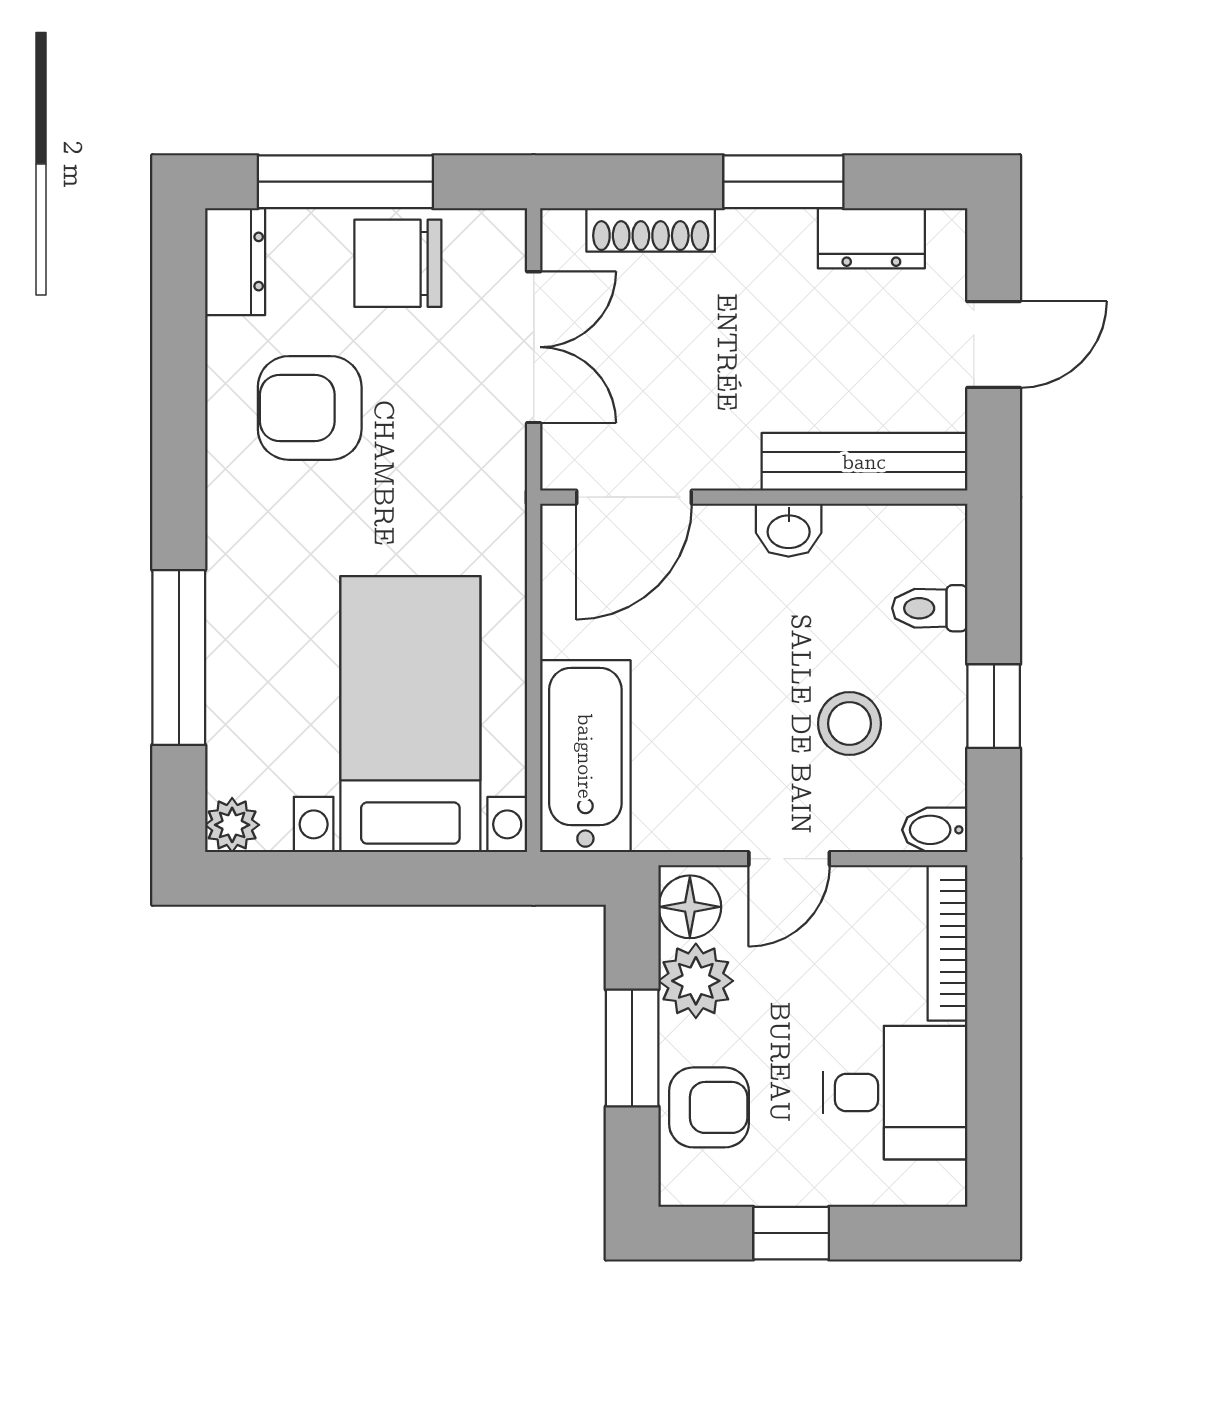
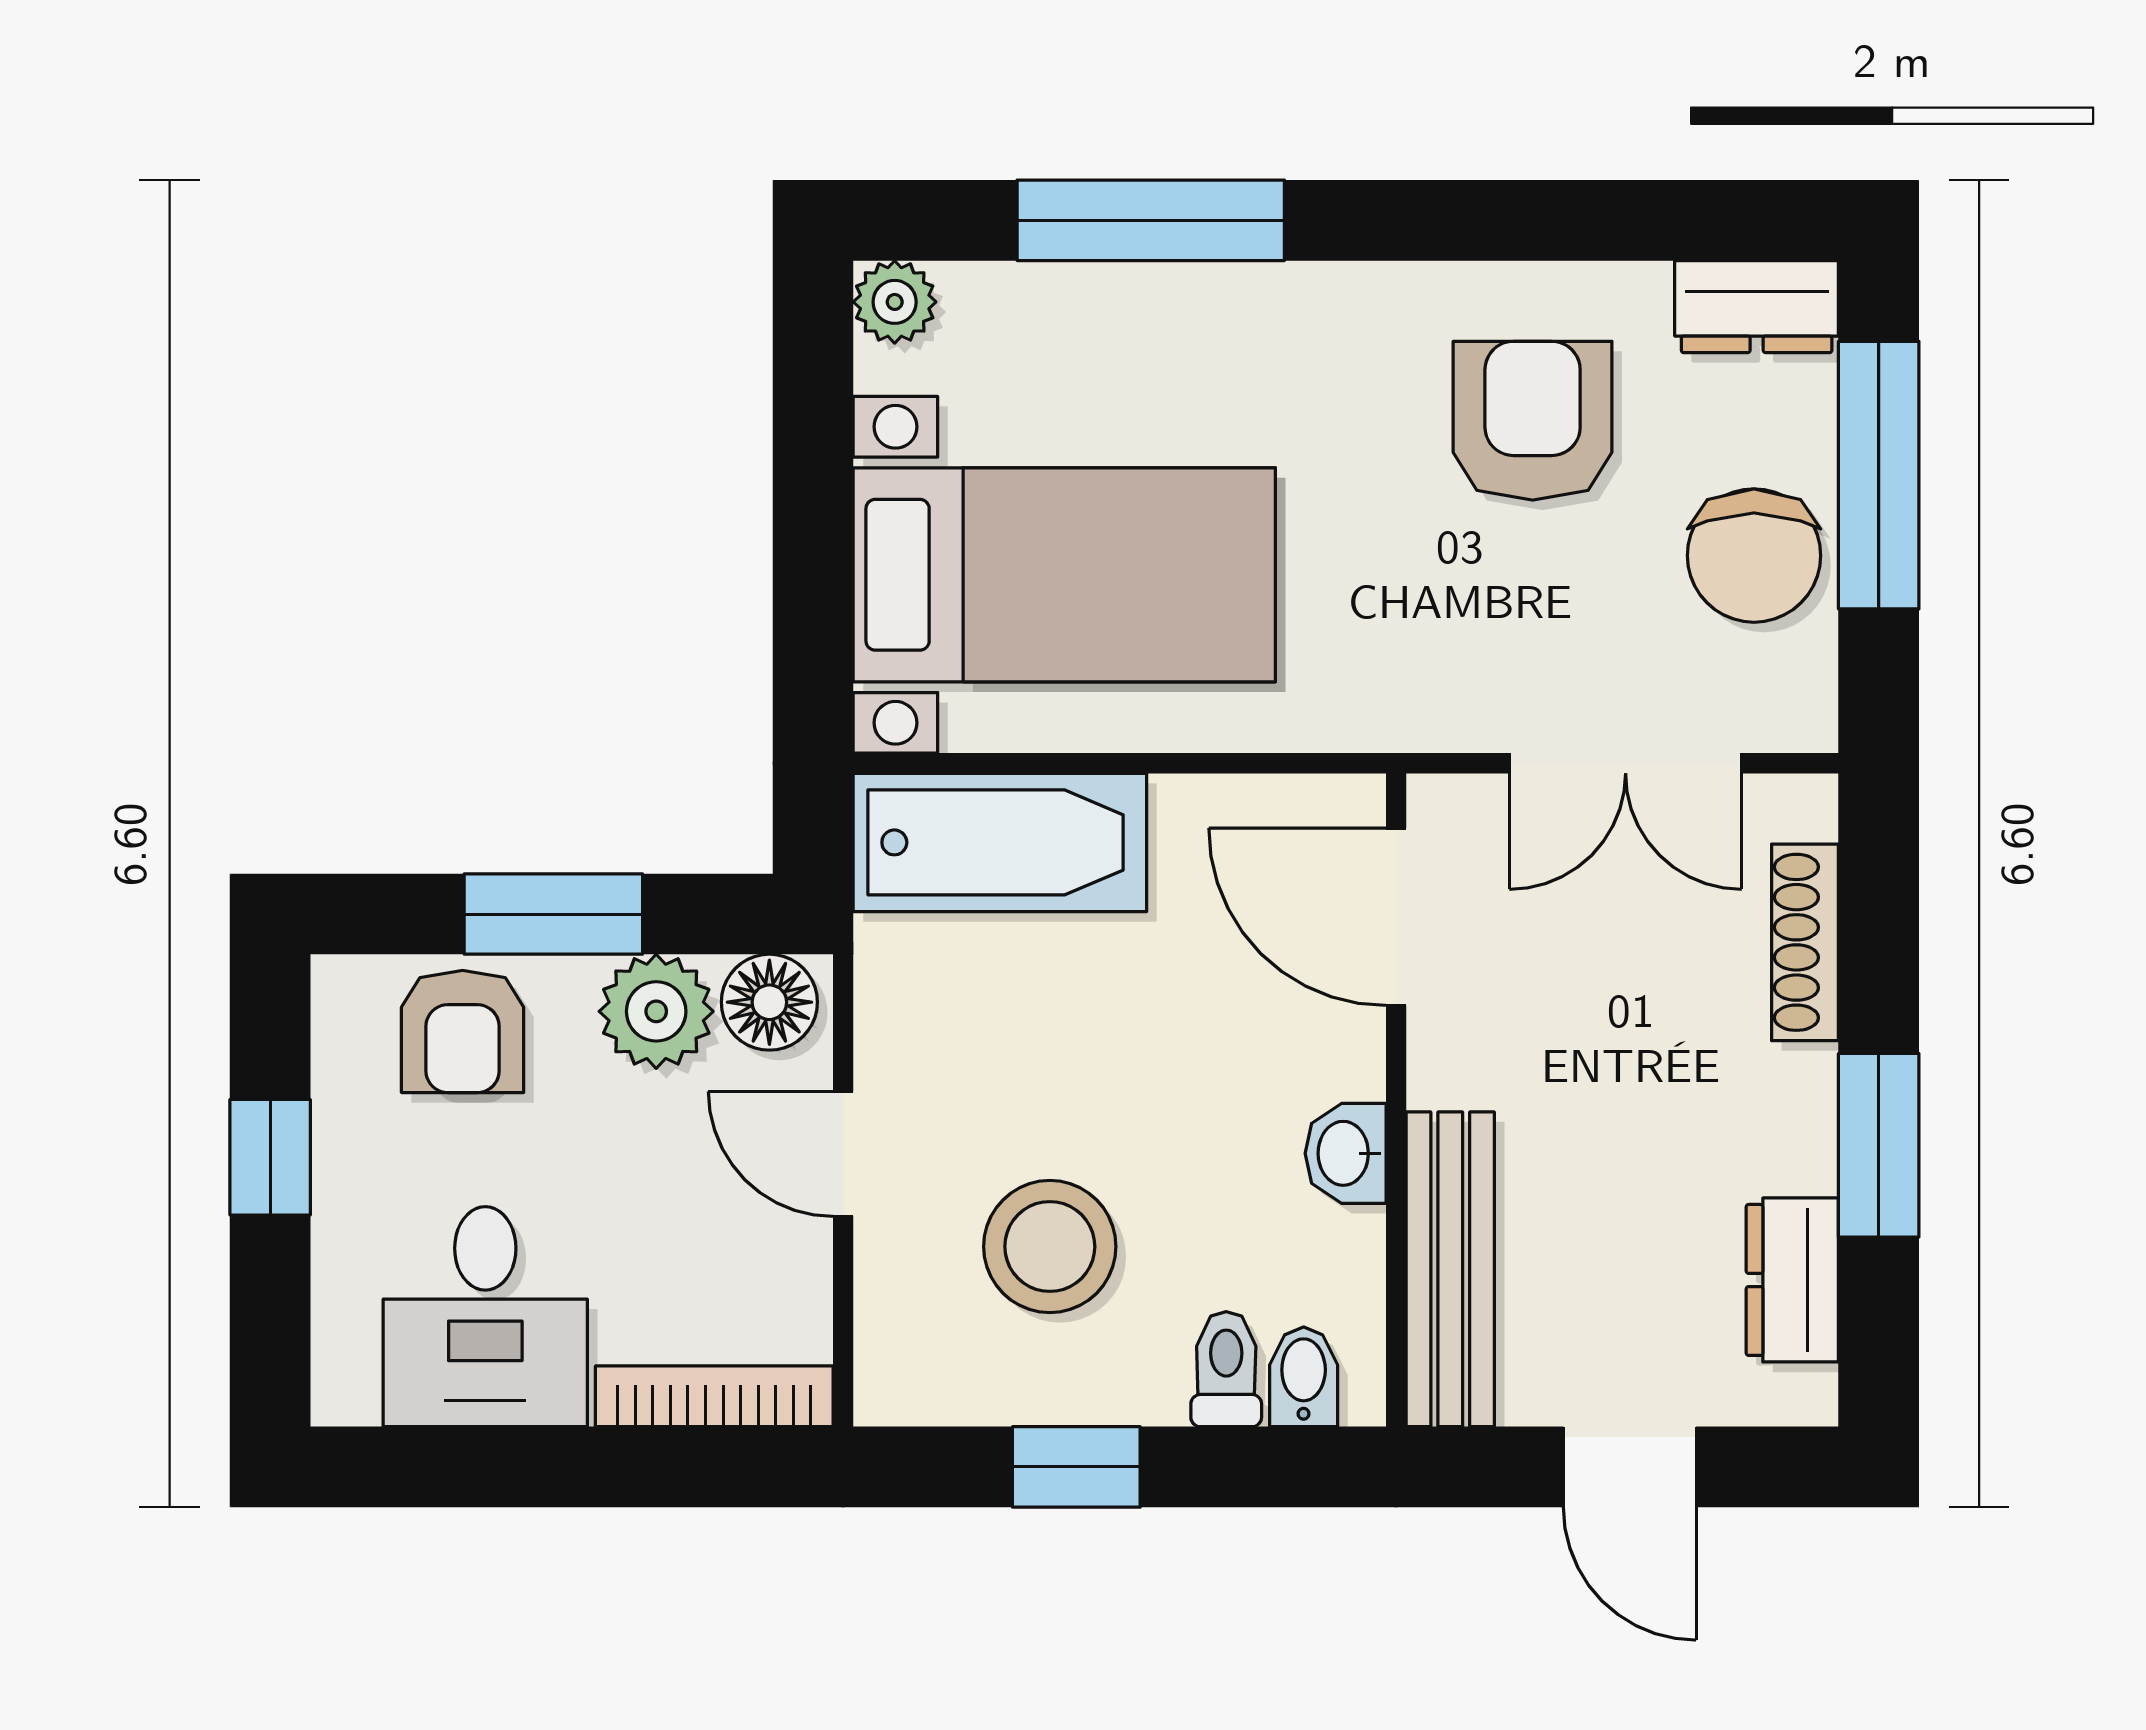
chair: (398, 263) -> (1754, 556), turned 180
stool: (850, 724) -> (1050, 1247), width x1.38, depth x1.38
bidet: (935, 830) -> (1304, 1377), moved

